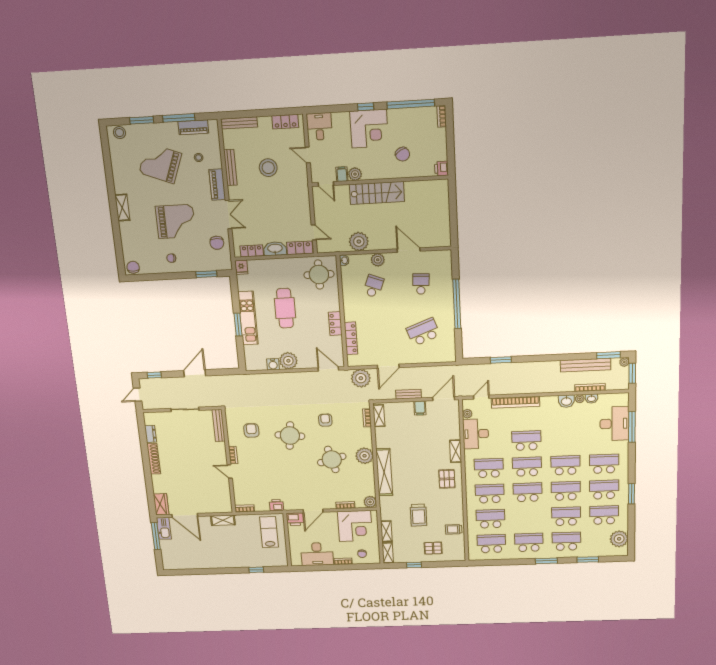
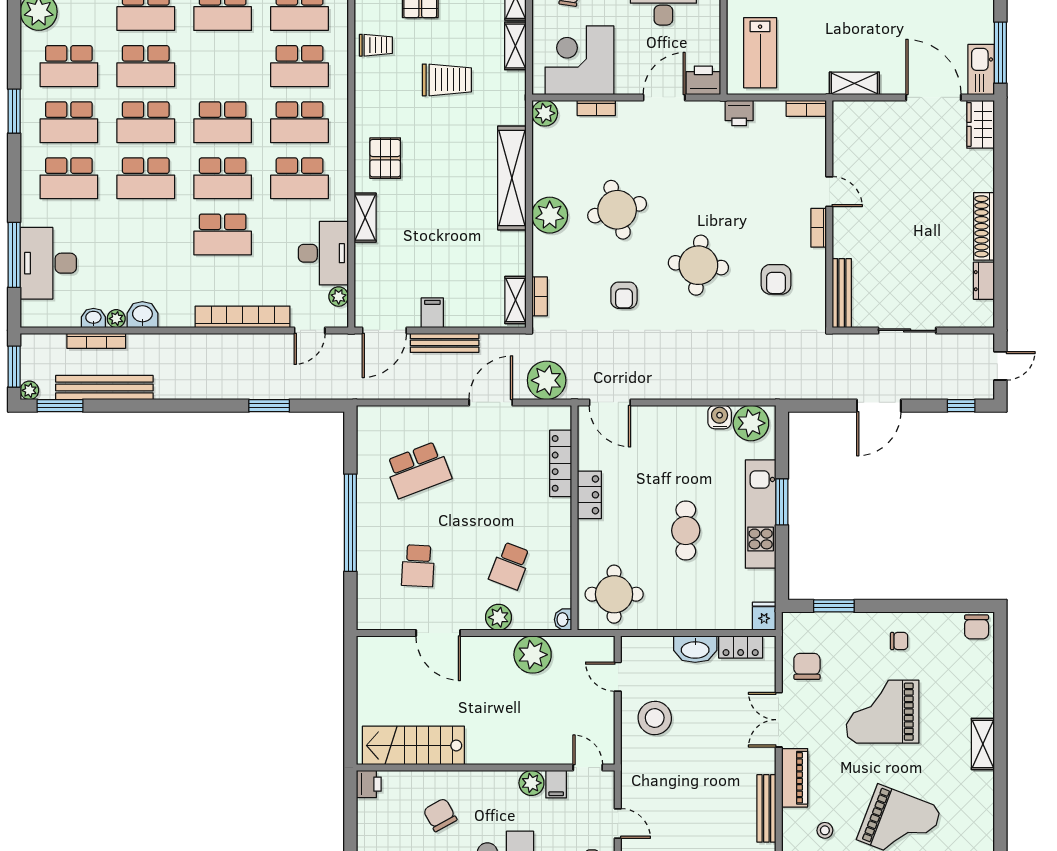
stool: (268, 168) -> (655, 718), moved
stairs: (377, 193) -> (413, 745), moved
locker: (300, 248) -> (647, 648), removed
cafe table: (285, 308) -> (686, 530), width x0.73, depth x0.74
plant: (288, 361) -> (751, 423), moved
bench: (408, 394) -> (445, 343), width x1.36
trolley: (418, 515) -> (447, 80), turned 90

